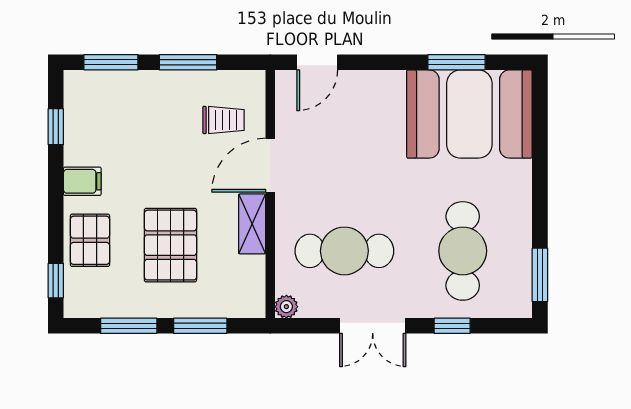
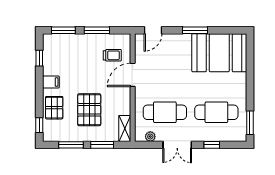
window: (456, 62) -> (195, 30), moved
shelving: (252, 224) -> (125, 128), moved
cafe table: (463, 251) -> (216, 112), turned 90
plant: (286, 307) -> (150, 137), moved

